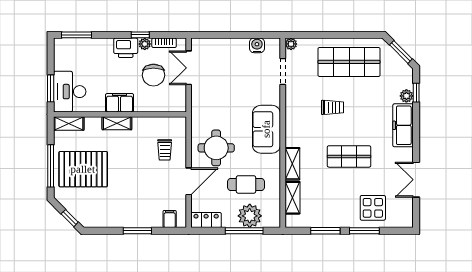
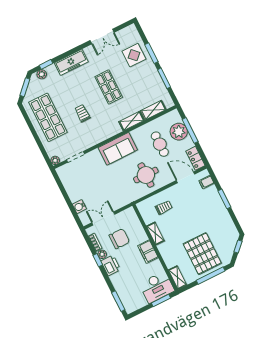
water cooler: (257, 45) -> (79, 207), moved
double door: (189, 68) -> (103, 218), swing flipped
plant: (406, 96) -> (42, 74), moved
shelving: (117, 123) -> (155, 233), moved
door: (189, 181) -> (185, 177), moved

